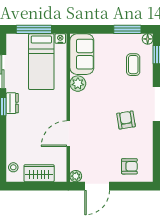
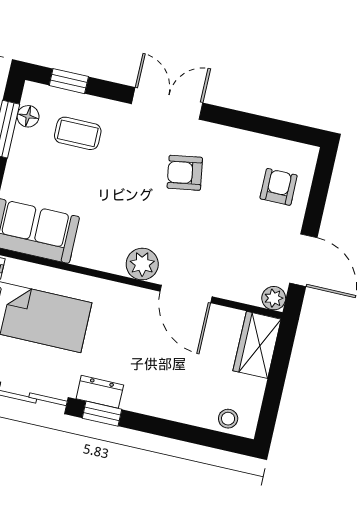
floor lamp: (148, 39) -> (28, 116), moved
plant: (78, 84) -> (142, 264), moved
wardrobe: (39, 173) -> (257, 345), moved

